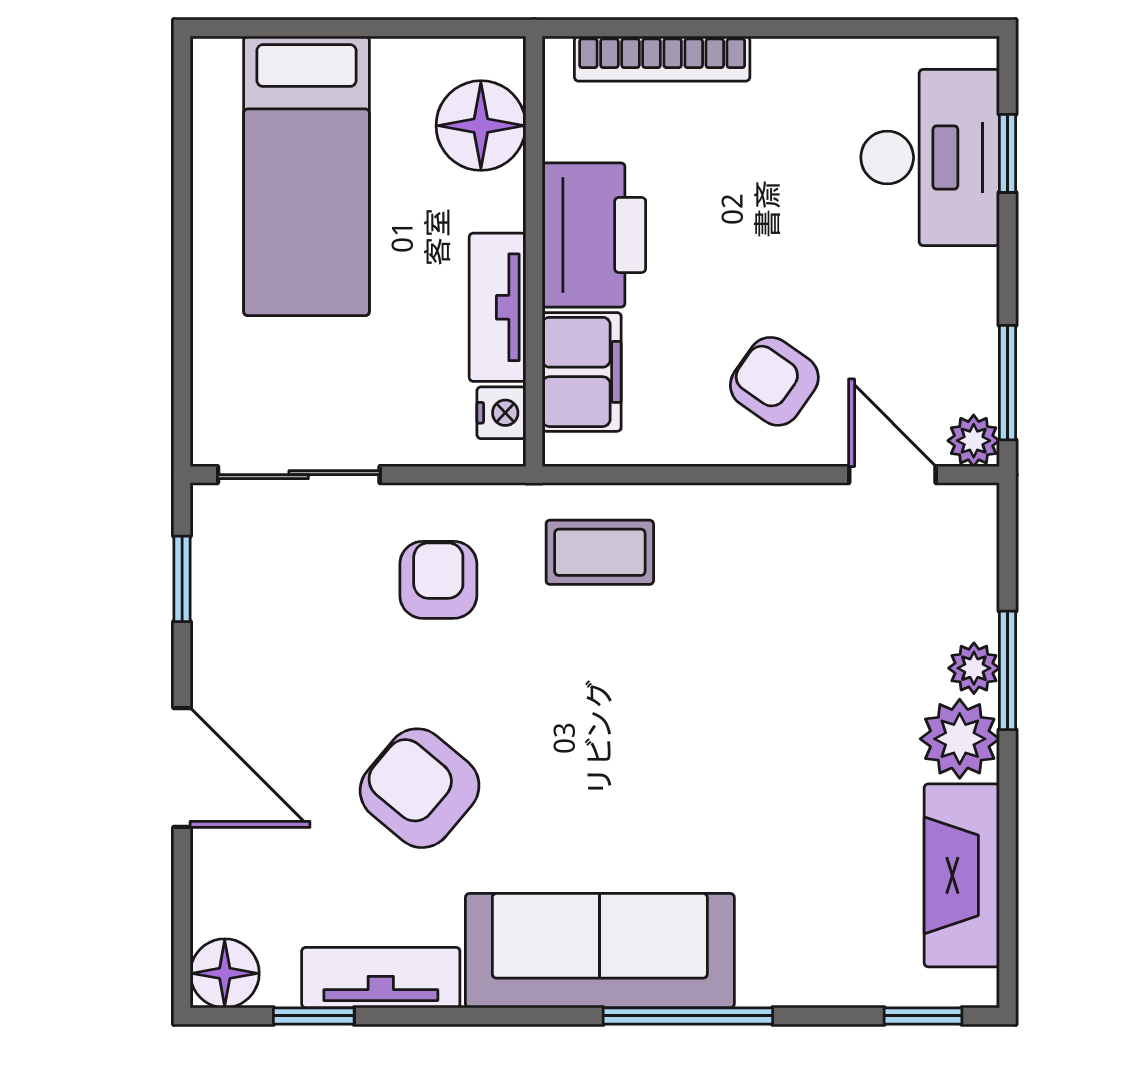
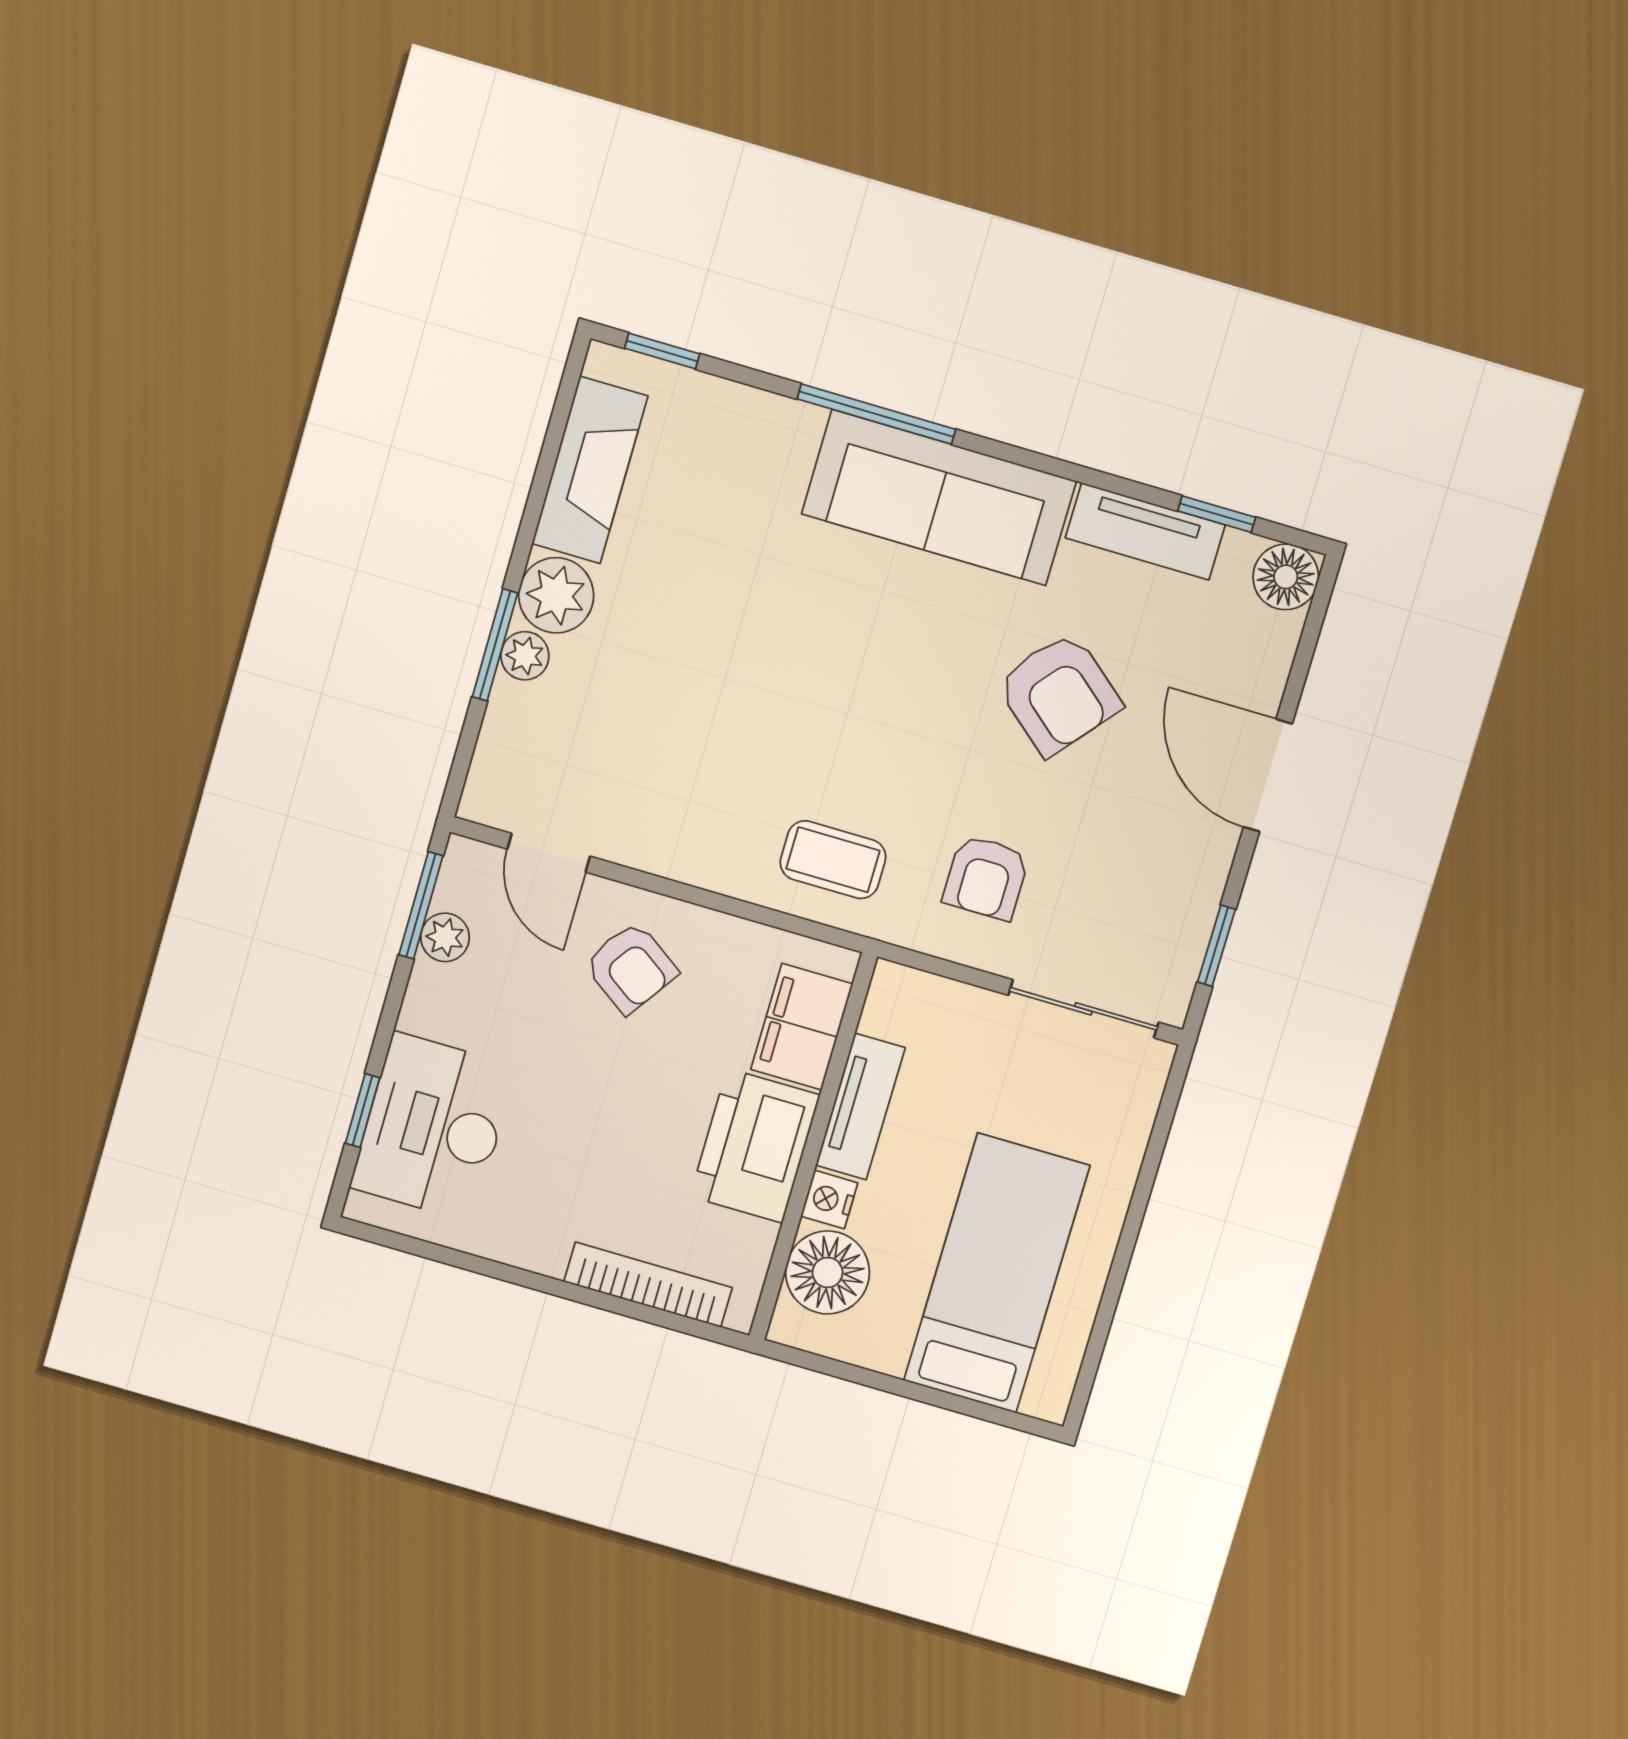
nightstand: (501, 413) -> (829, 1199), moved
plant: (974, 441) -> (445, 937), moved

